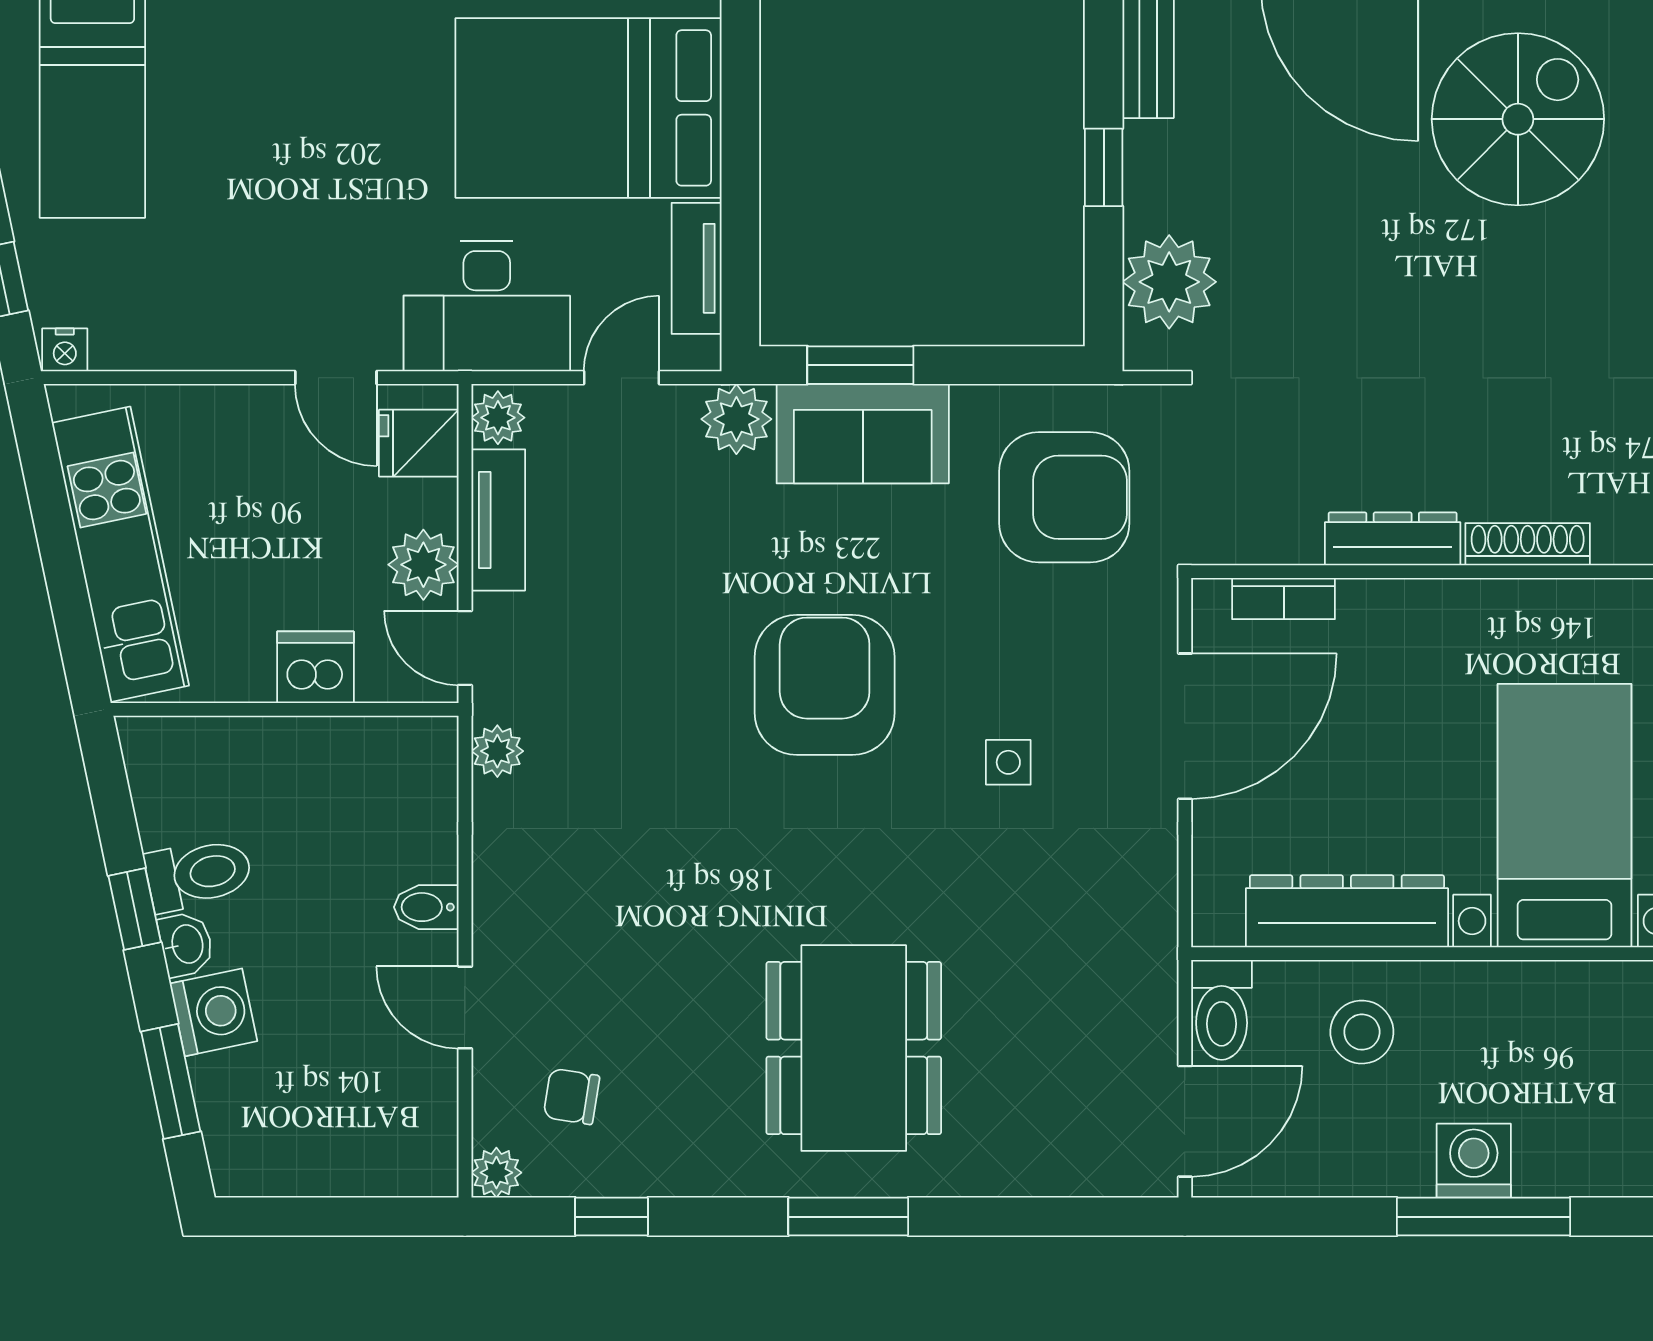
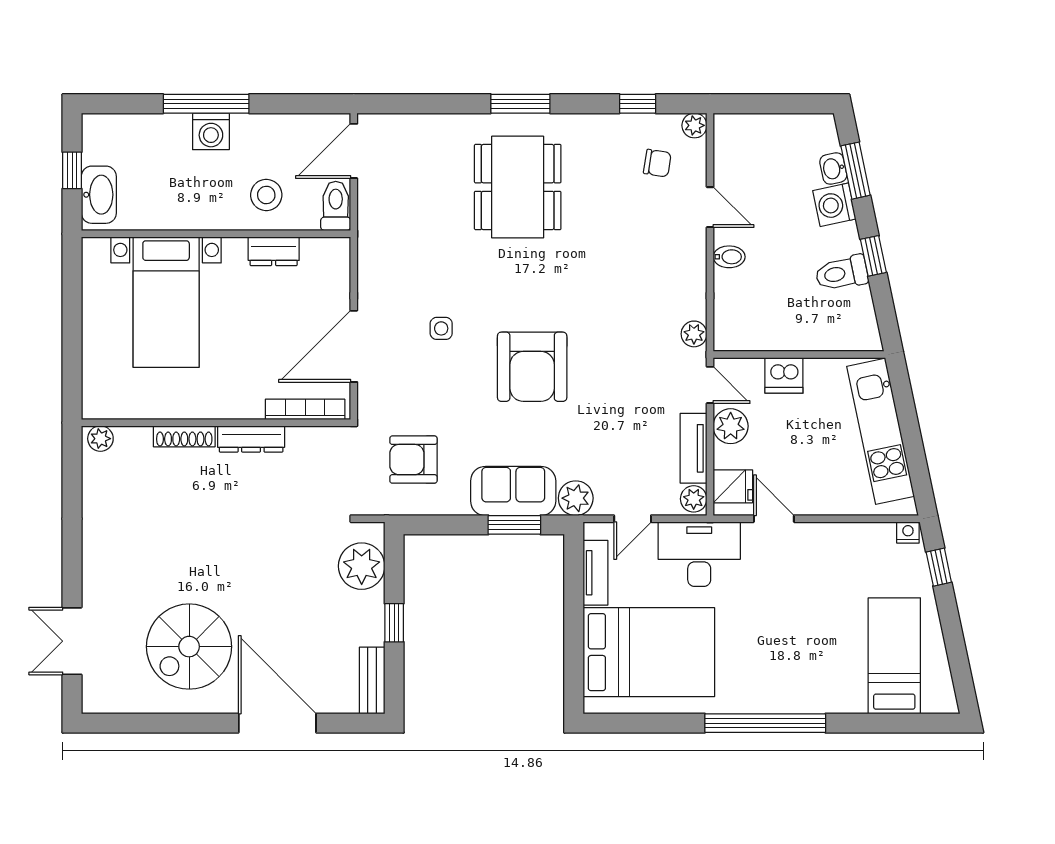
armchair: (1064, 497) -> (413, 460), width x0.73, depth x0.73
bookcase: (1284, 599) -> (305, 409), width x1.56
dresser: (1347, 911) -> (274, 251), width x0.51, depth x0.80
washbasin: (186, 944) -> (833, 168), moved

